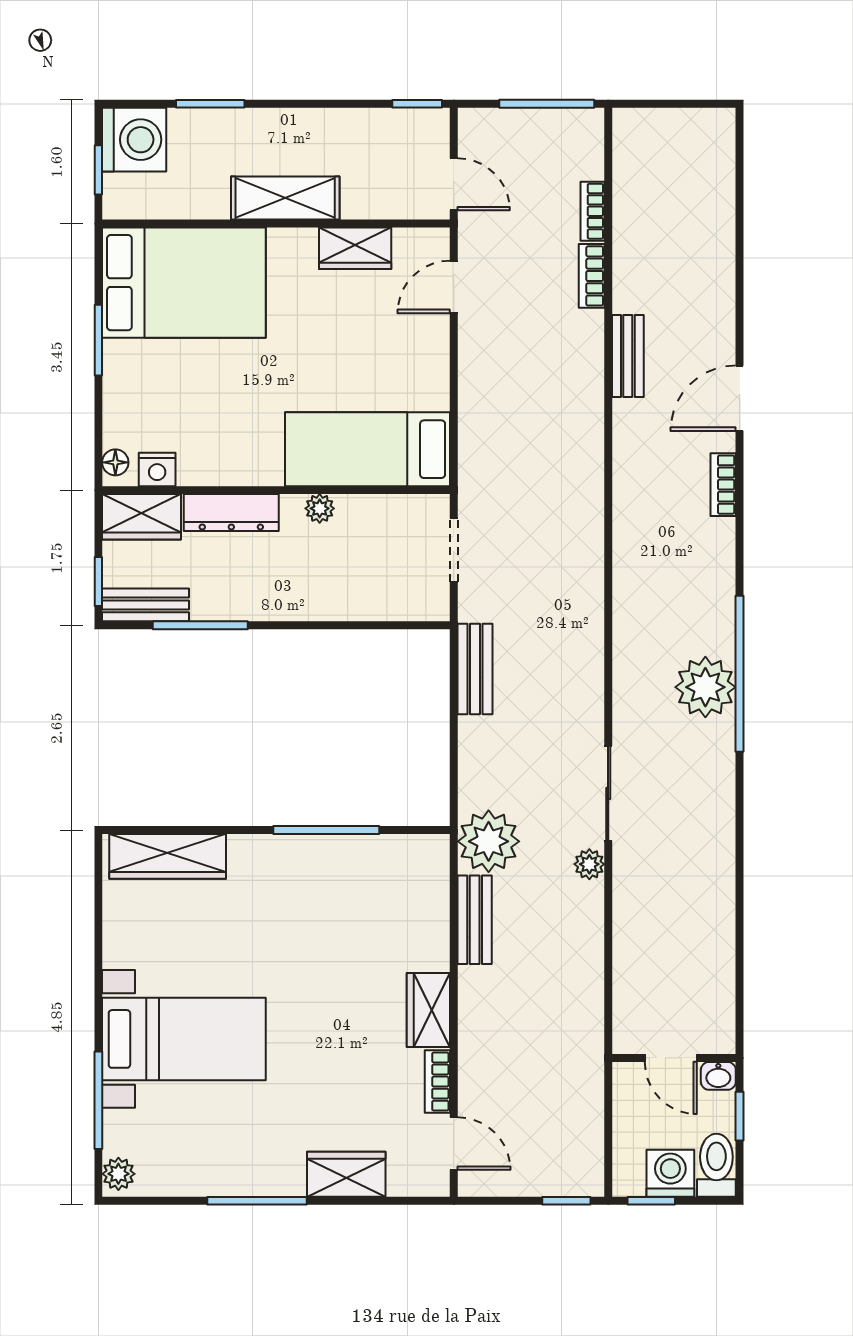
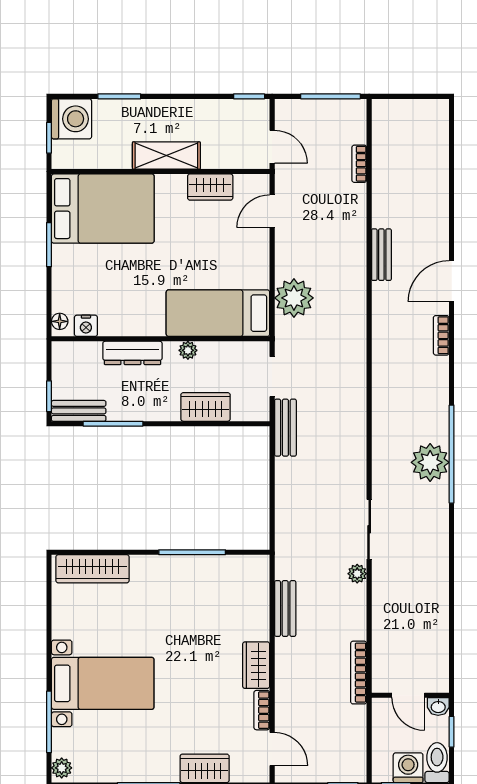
bookcase: (592, 276) -> (359, 673), moved, width x1.56
wardrobe: (142, 517) -> (205, 407), moved, turned 180
bench: (475, 669) -> (285, 428), moved
plant: (489, 841) -> (294, 298), moved

